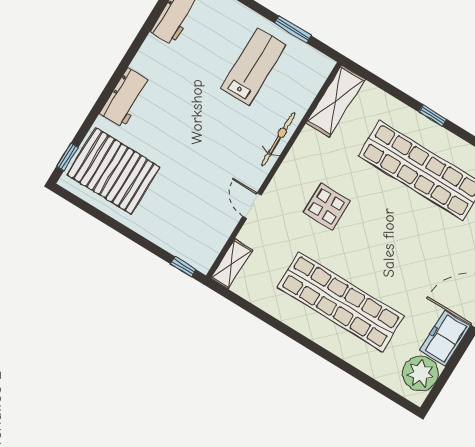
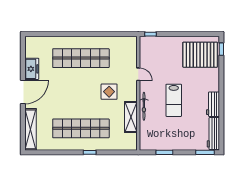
lab bench: (253, 67) -> (174, 100), moved
workbench: (125, 98) -> (213, 104), moved
shelving: (336, 101) -> (131, 117), moved
shelving: (232, 264) -> (132, 47), removed
plant: (420, 373) -> (33, 49), removed

